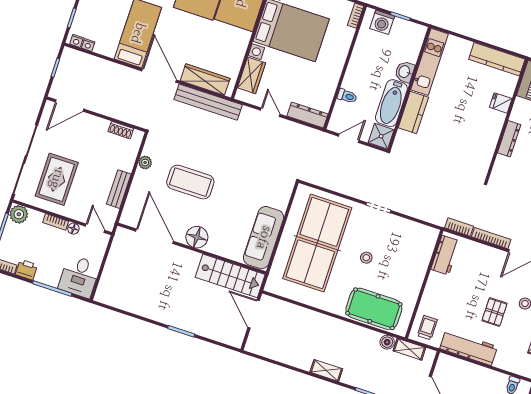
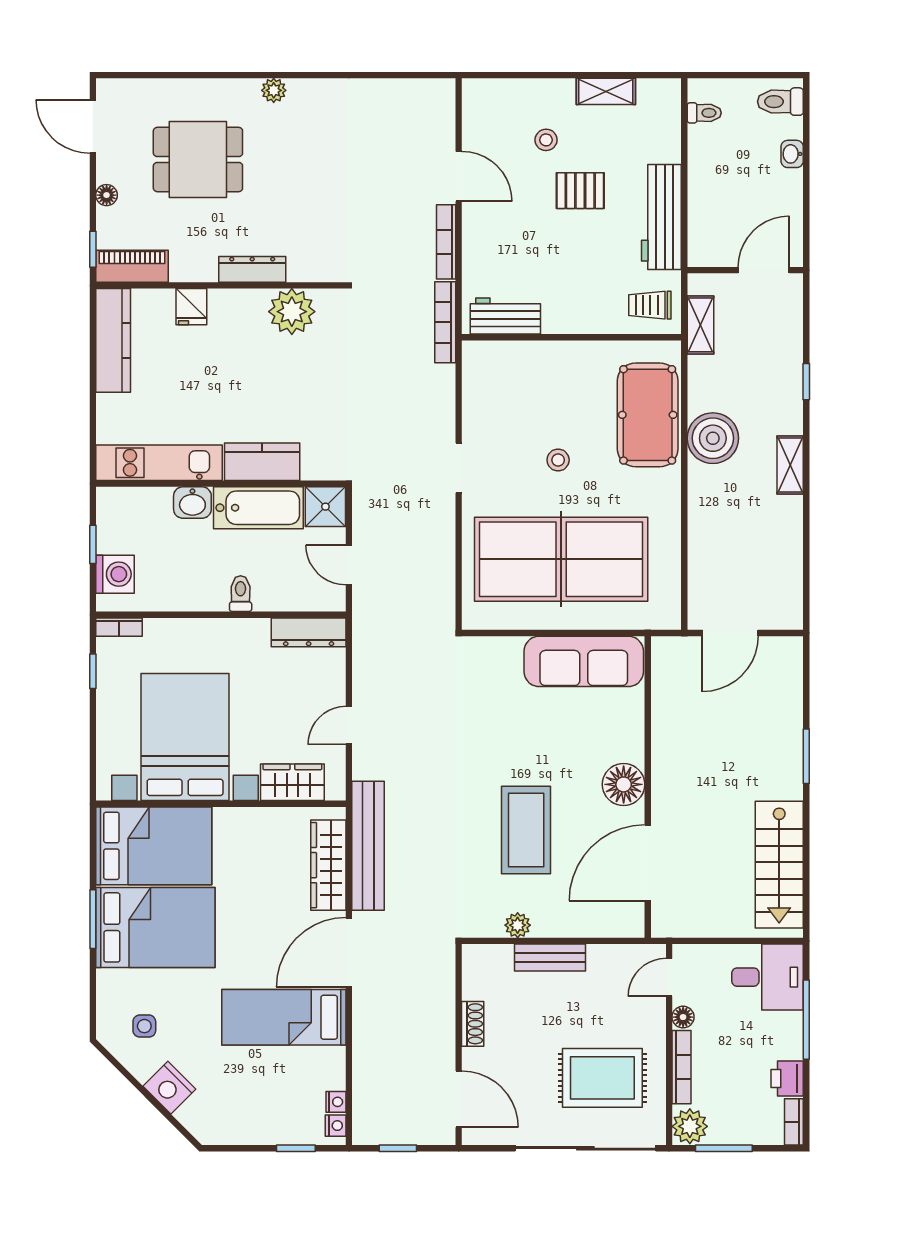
toilet: (347, 96) -> (241, 594), moved
dresser: (308, 115) -> (309, 632), moved, turned -90
shoe rack: (121, 130) -> (473, 1024), moved
plant: (482, 151) -> (292, 312), added
bench: (119, 189) -> (550, 958), moved
bookcase: (56, 222) -> (682, 1067), width x1.56
bookcase: (459, 227) -> (445, 322), width x1.56
stairs: (230, 276) -> (779, 865), moved, turned 180
boiler: (387, 342) -> (713, 438), moved, width x1.86, depth x1.86

